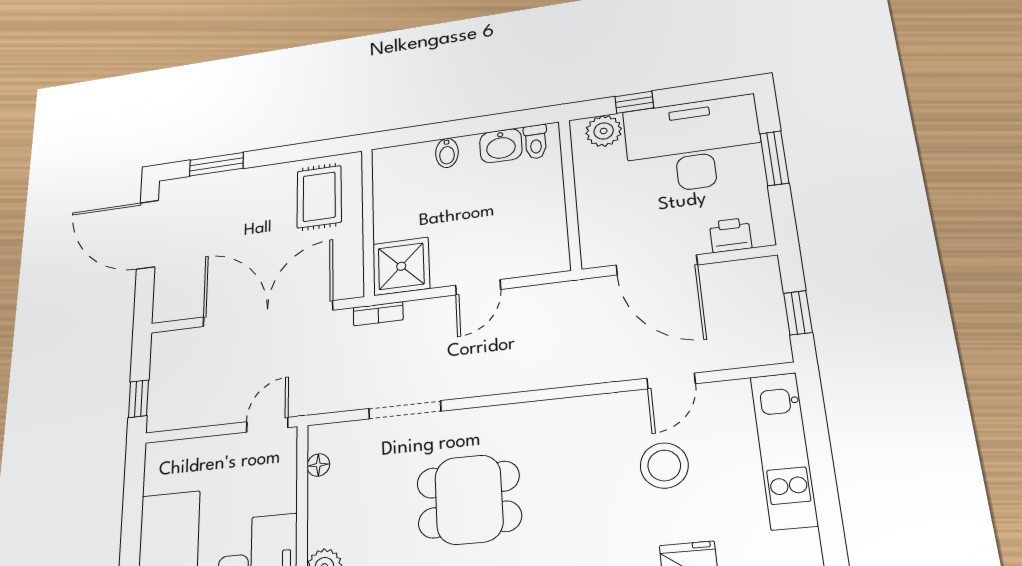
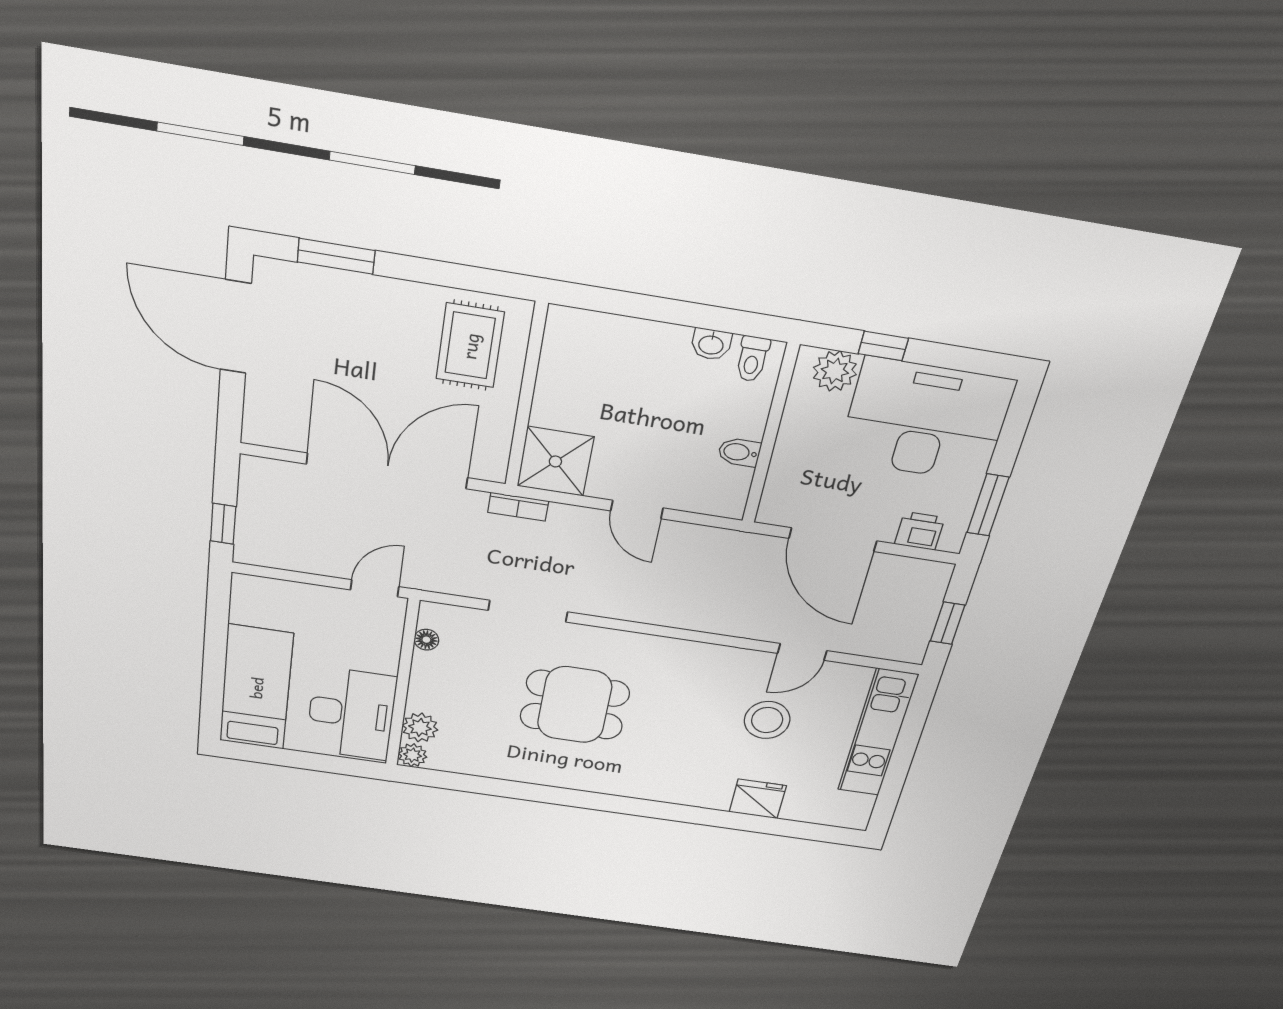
washbasin: (501, 146) -> (711, 344), width x0.72, depth x0.69
bidet: (447, 153) -> (739, 452), moved, turned 90
window: (774, 158) -> (988, 505), moved
door: (478, 287) -> (637, 509), hinge flipped

